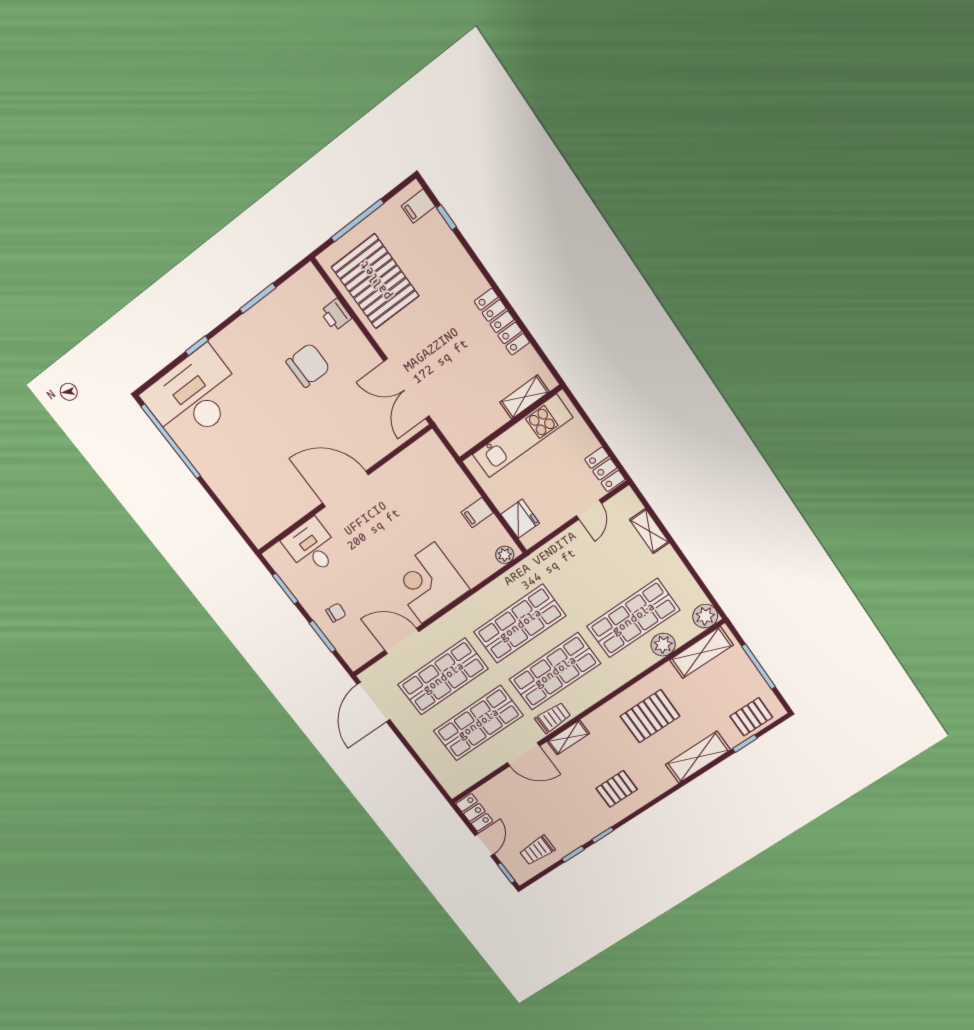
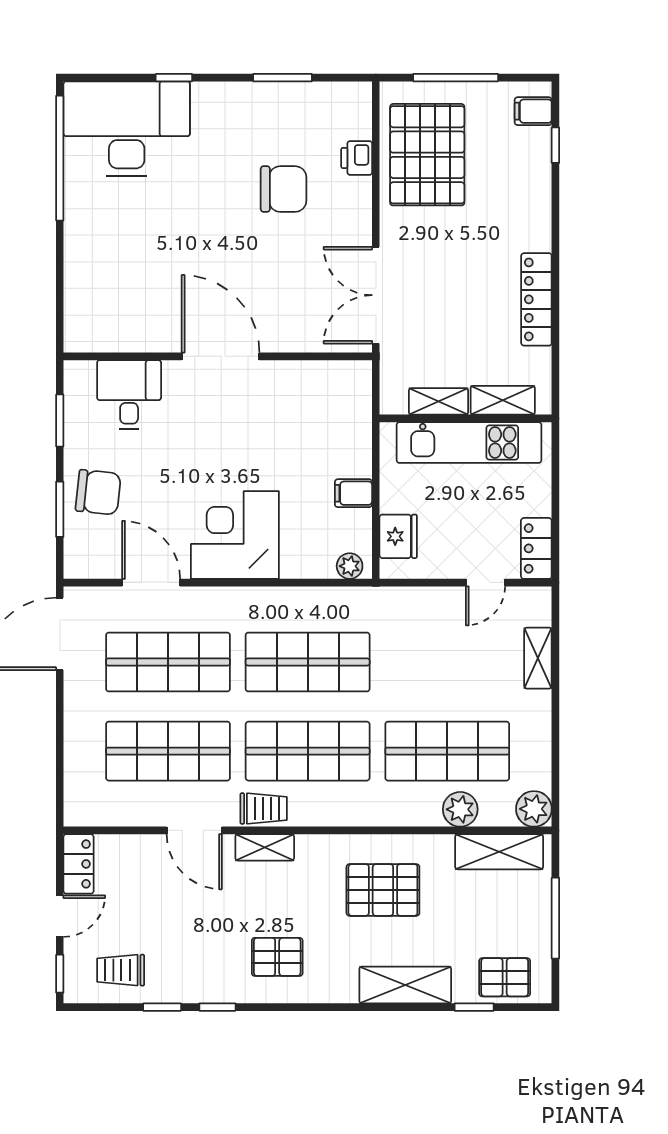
shelving: (488, 425) -> (438, 401), added
chair: (336, 613) -> (98, 492), width x1.87, depth x1.87

